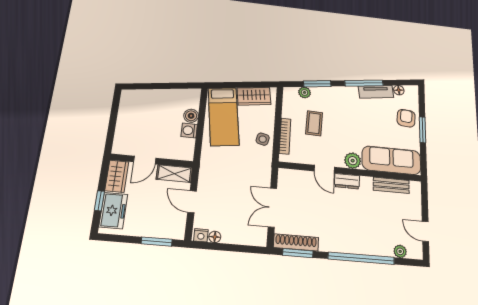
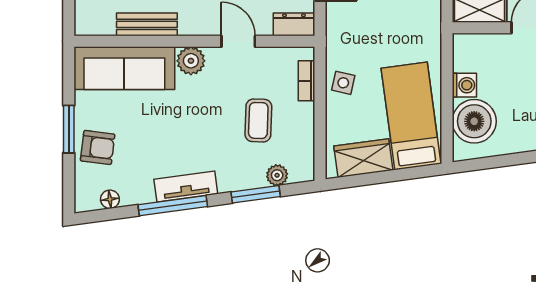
tv unit: (376, 92) -> (186, 187), moved
boiler: (191, 116) -> (474, 121), width x1.86, depth x1.86
armchair: (406, 118) -> (98, 147), turned -87
bookcase: (285, 136) -> (306, 81), width x0.64
dresser: (347, 181) -> (294, 24), moved
bench: (391, 185) -> (147, 24), moved

